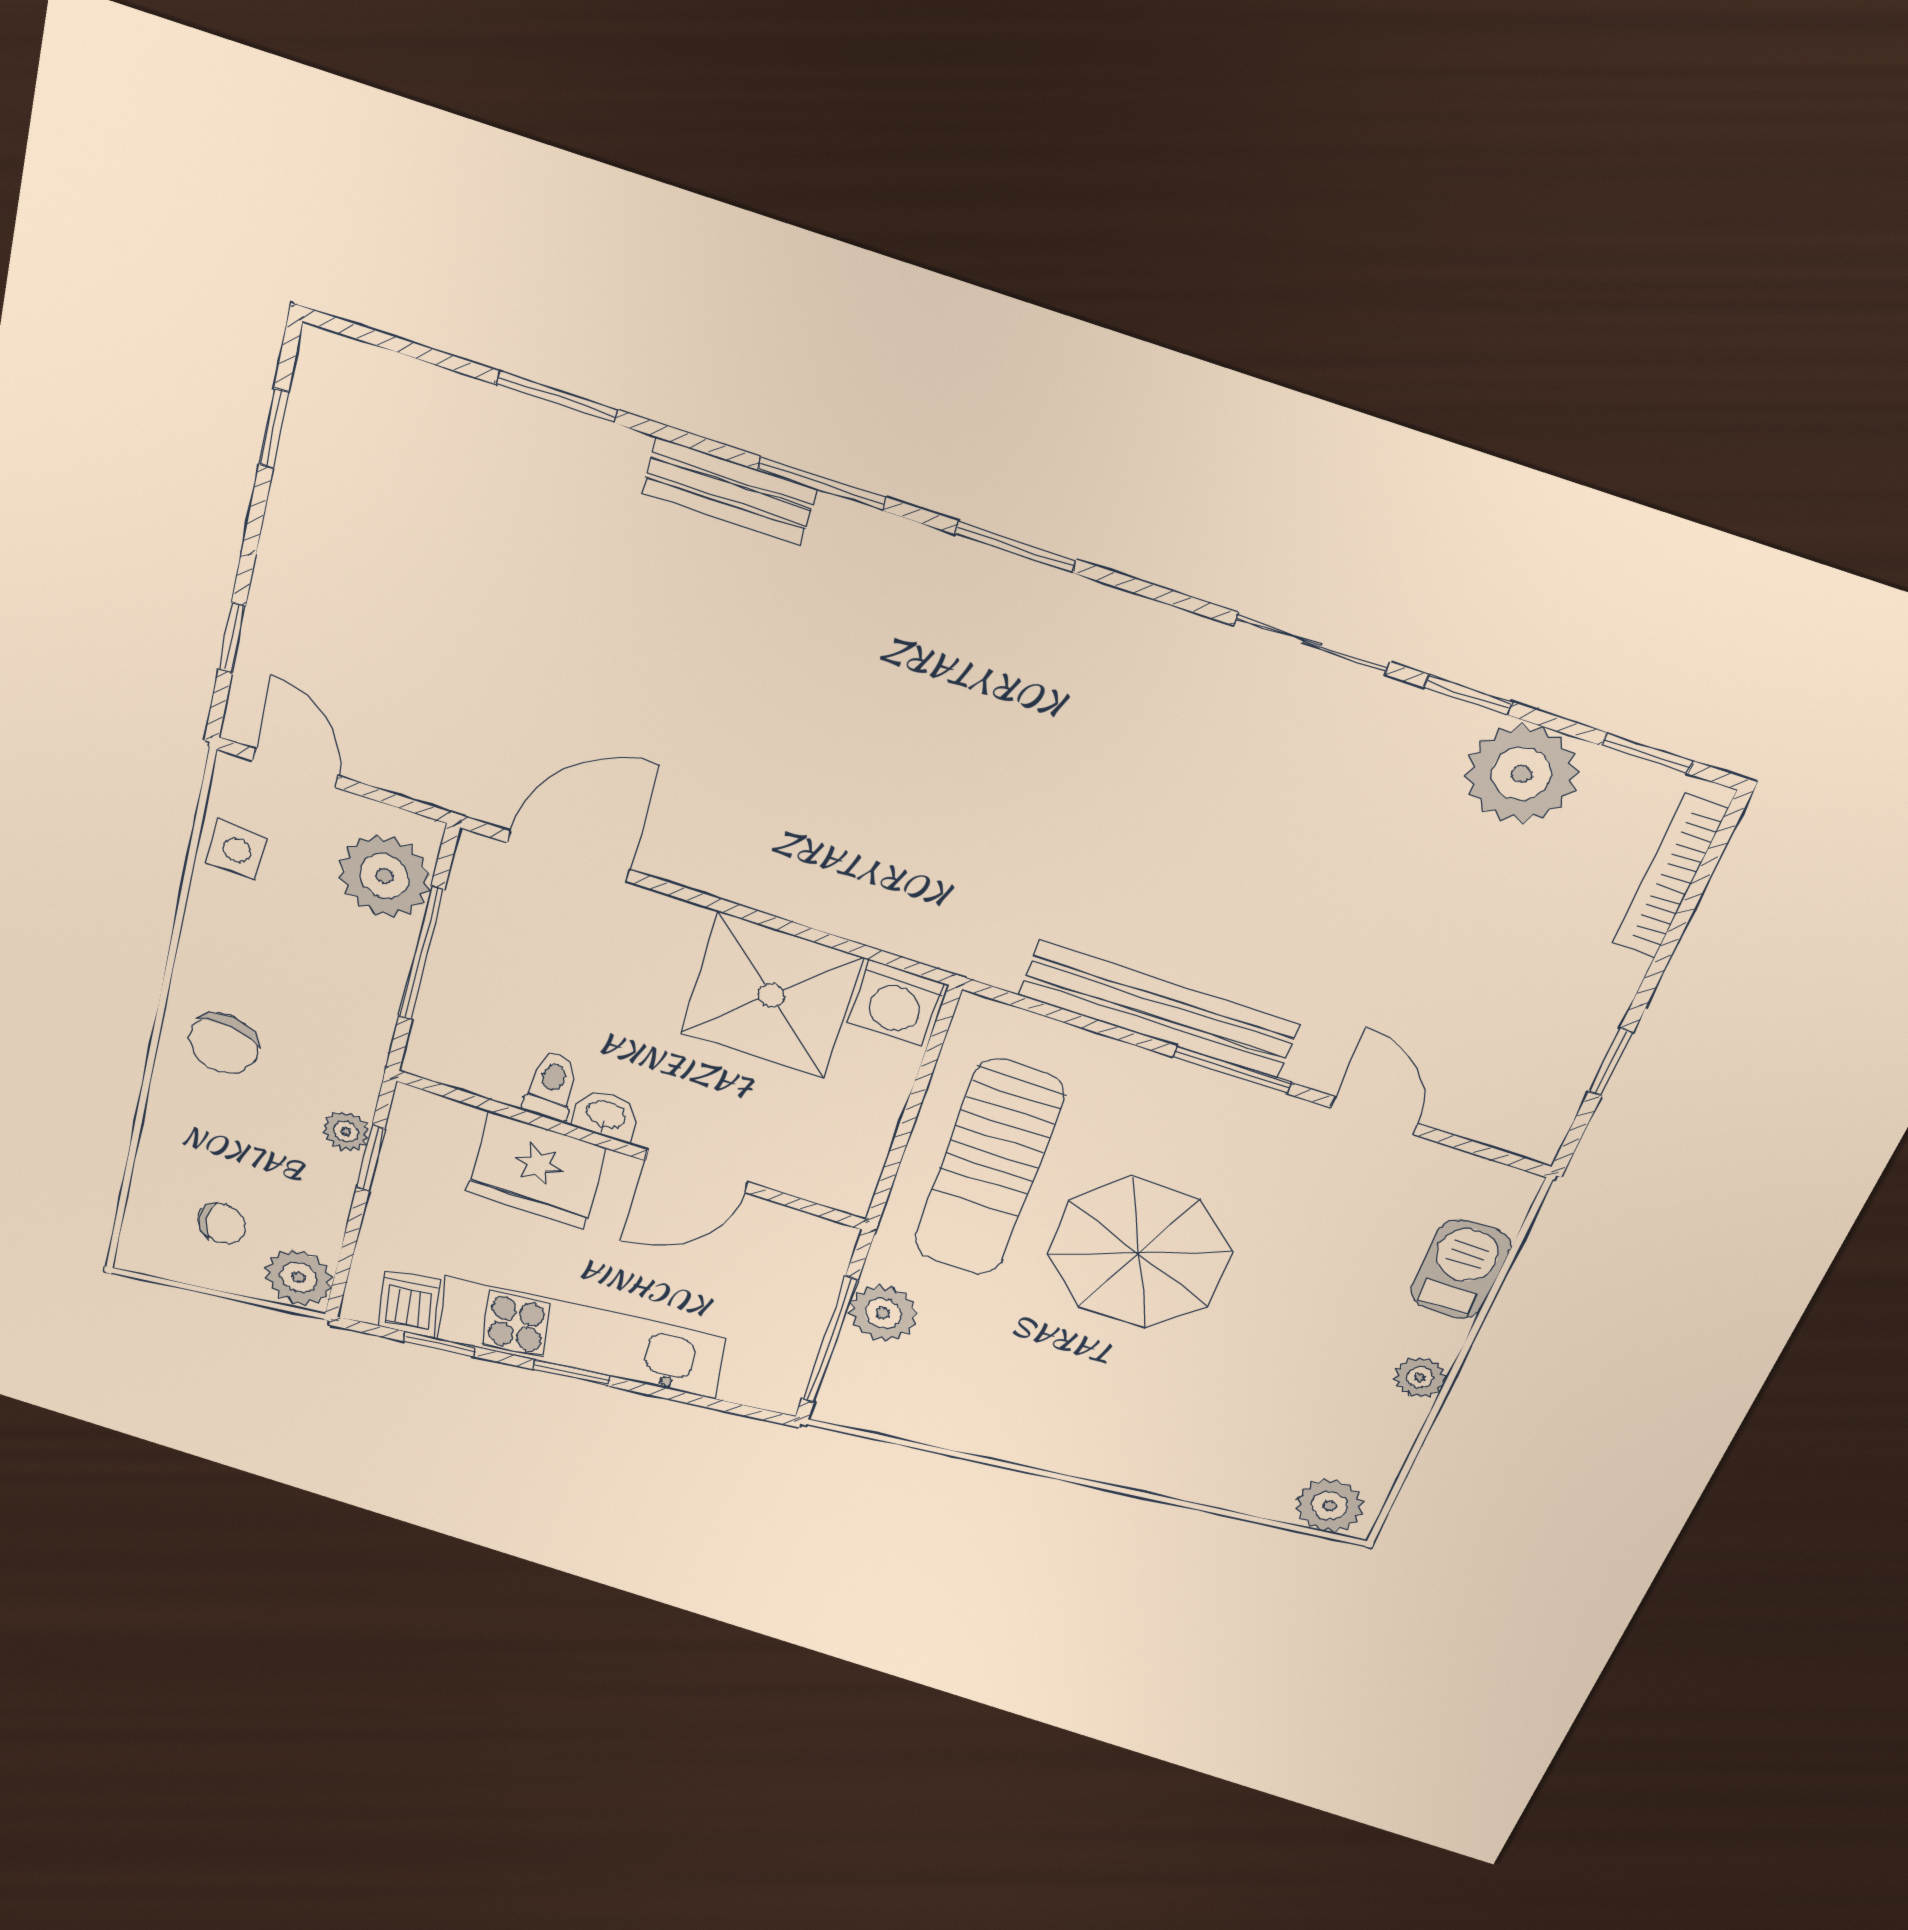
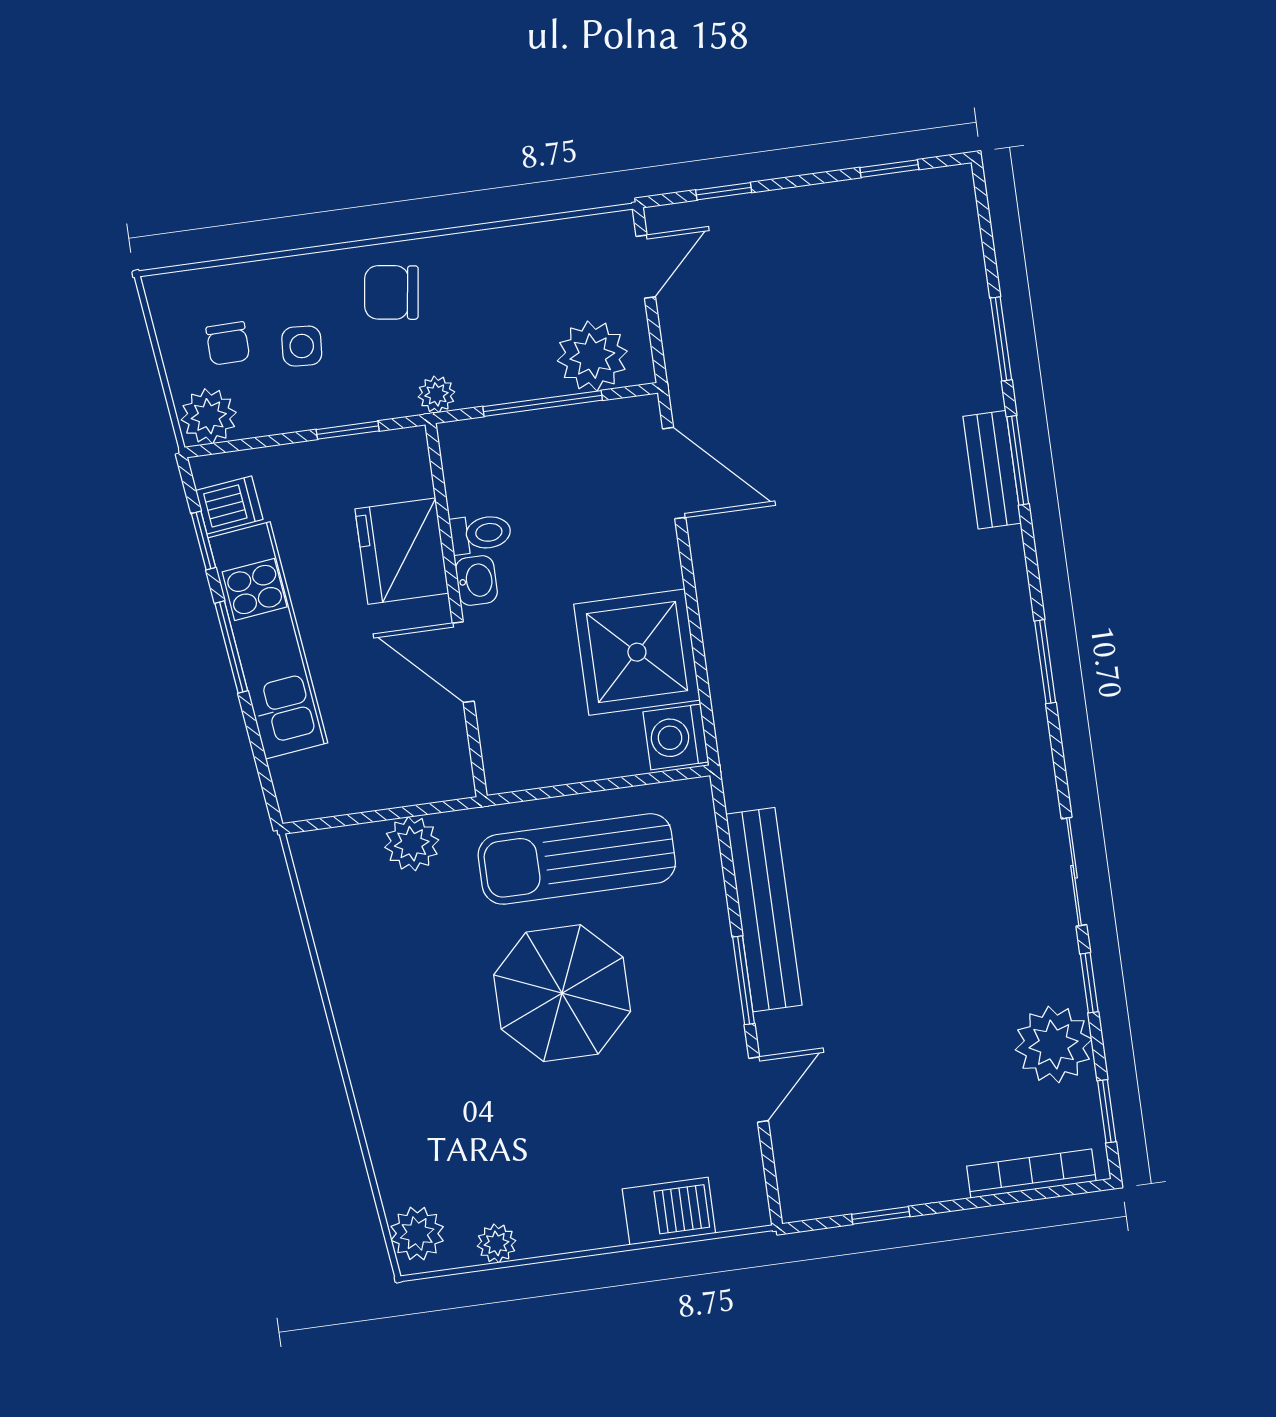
window: (822, 484) -> (1018, 460), moved
side table: (237, 850) -> (302, 346), moved
plant: (346, 1132) -> (436, 394), moved
window: (830, 1340) -> (367, 817), removed
window: (572, 1373) -> (231, 647), width x1.50
plant: (1420, 1378) -> (497, 1243), moved

